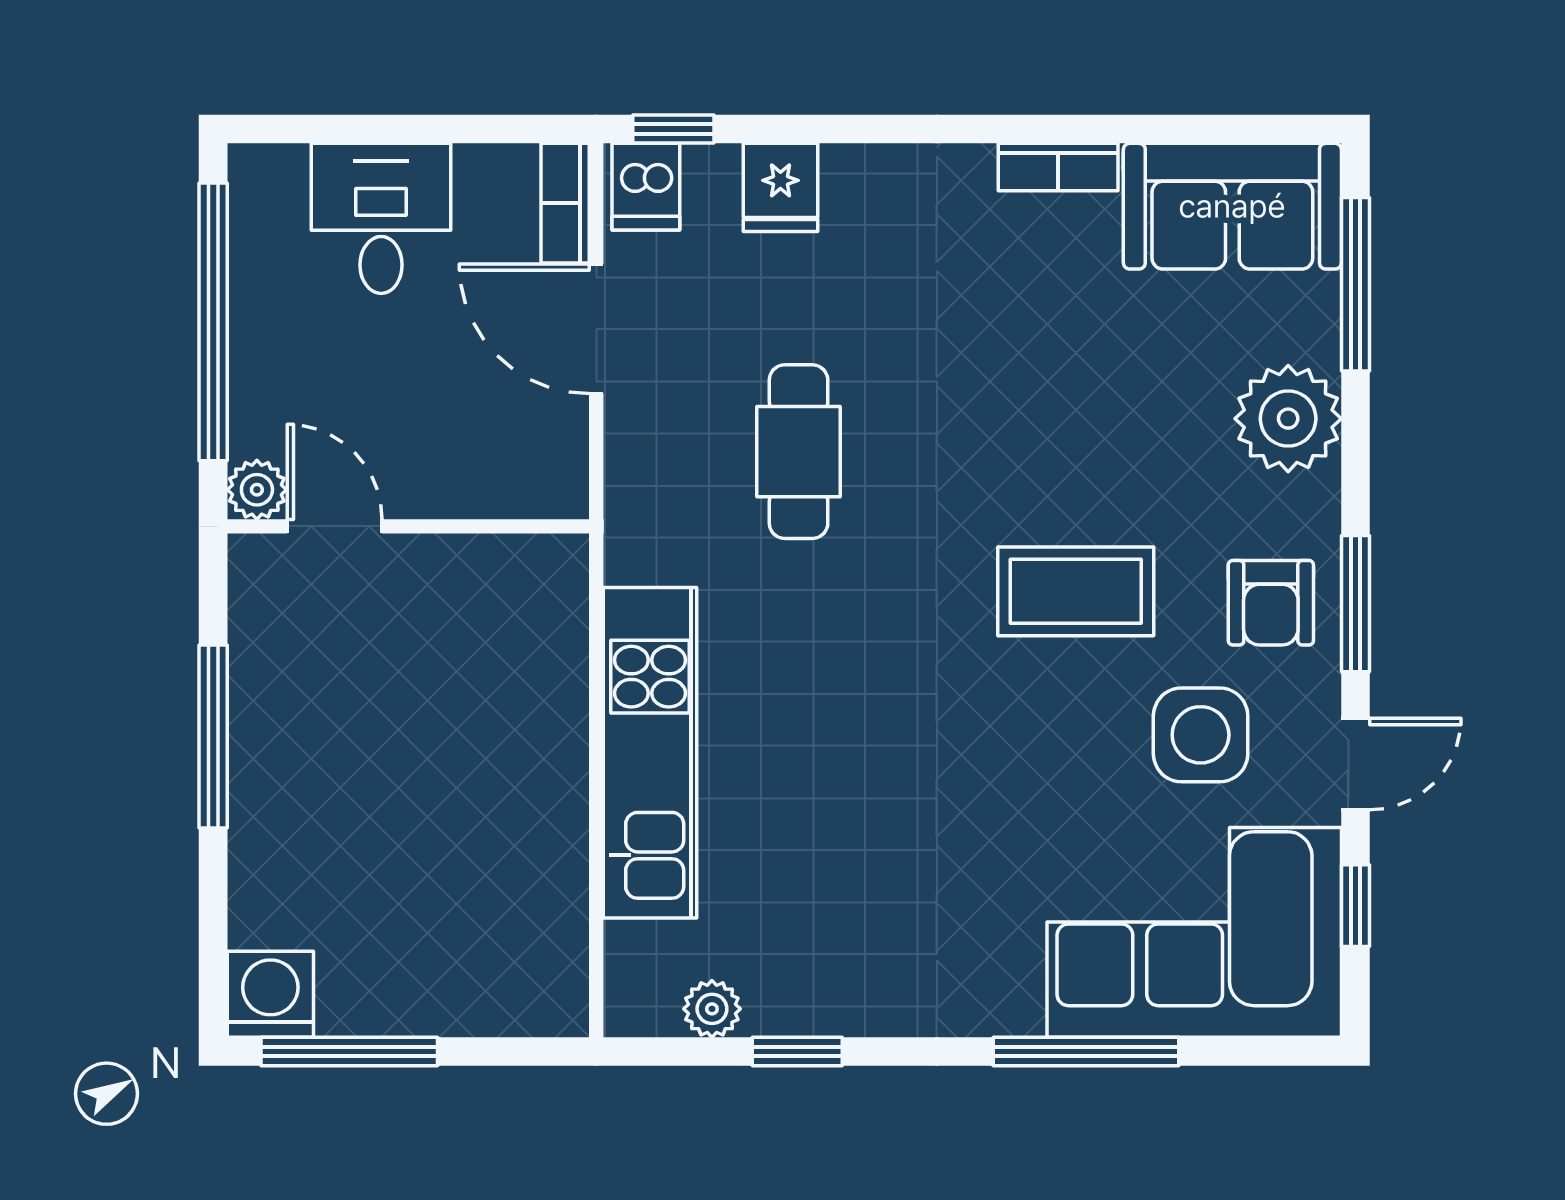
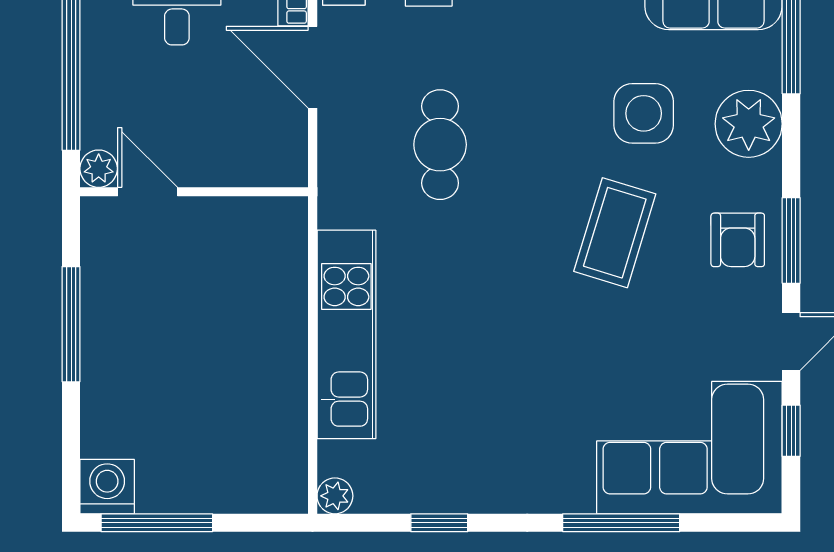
coffee table: (1076, 591) -> (615, 233), turned -73
side table: (1201, 735) -> (644, 113), moved
plant: (712, 1009) -> (335, 496), moved

